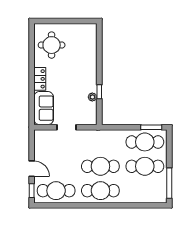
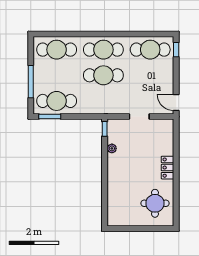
window: (99, 92) -> (105, 129), moved
sofa: (44, 108) -> (163, 137), removed
cafe table: (145, 166) -> (57, 50), moved
door: (32, 169) -> (176, 102), moved
window: (169, 183) -> (31, 82), moved

